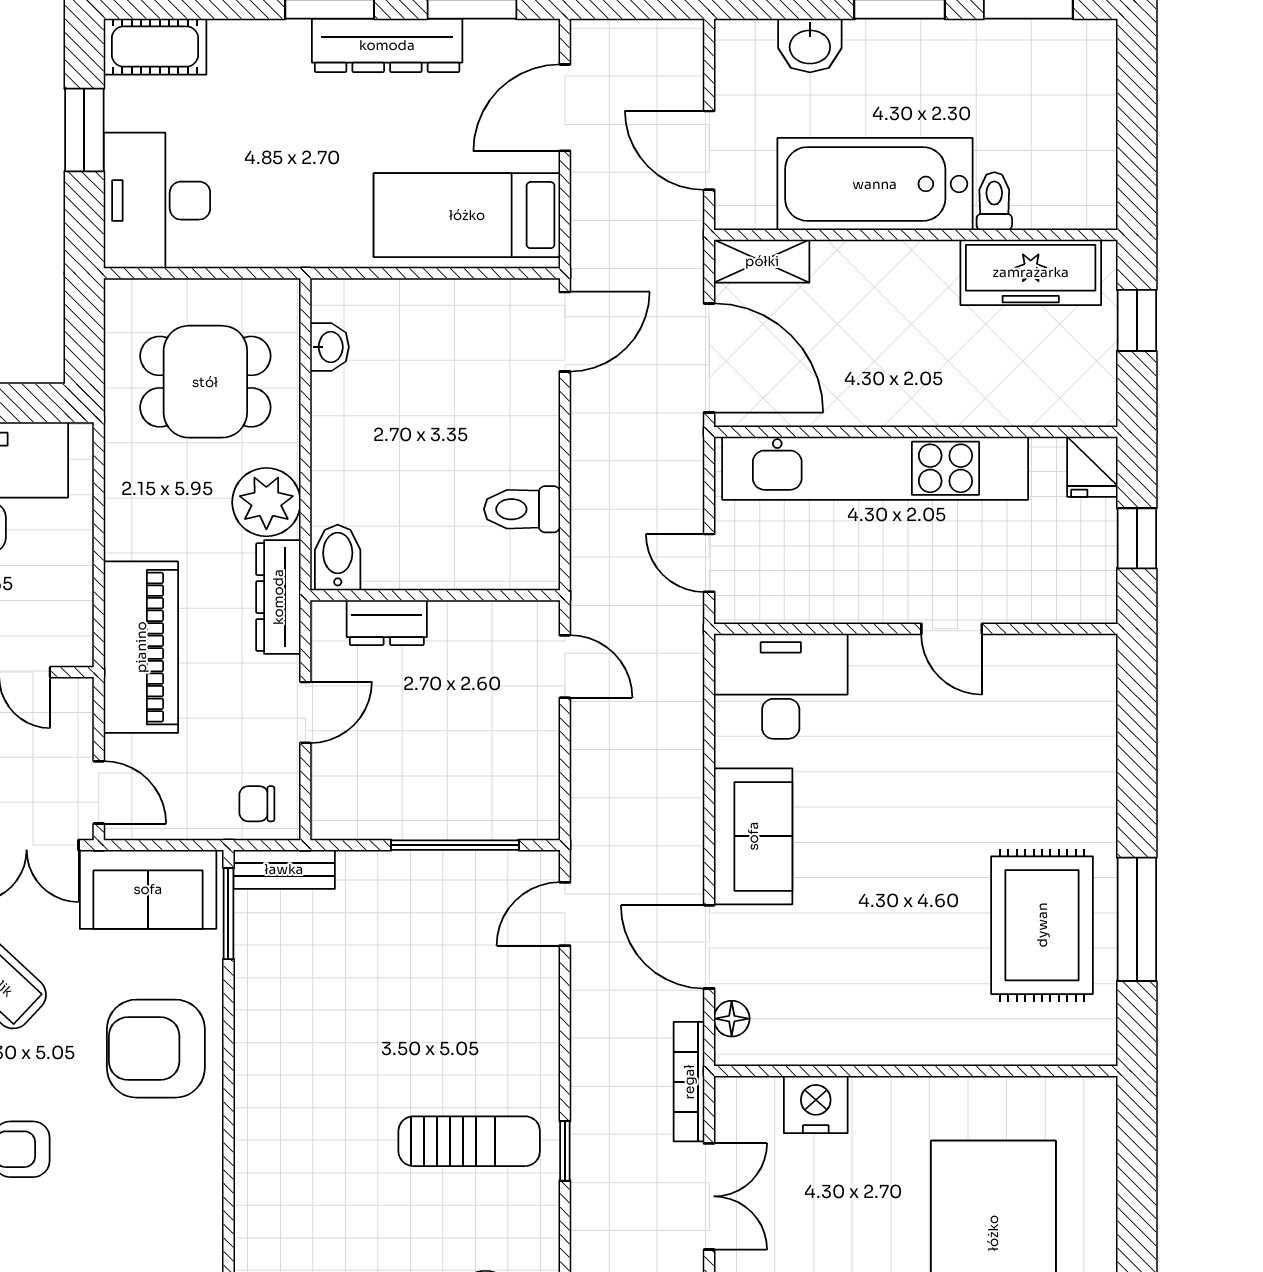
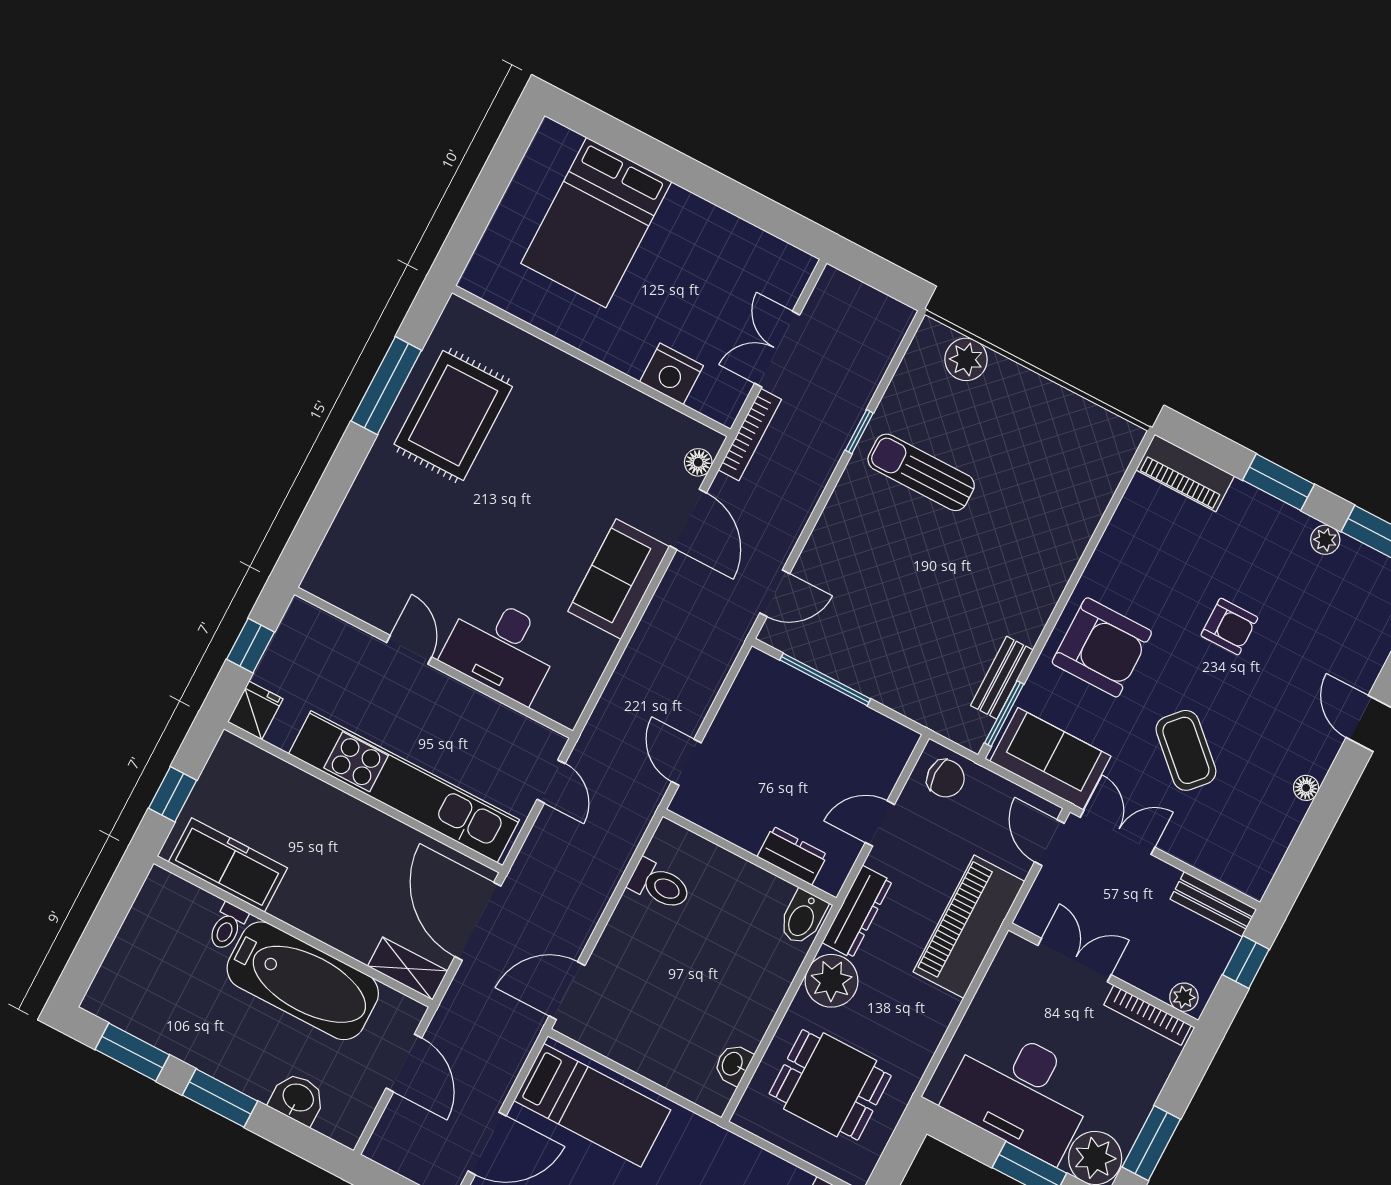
desk: (781, 686) -> (501, 648), moved
chair: (257, 804) -> (946, 778), width x1.37, depth x1.37
bench: (284, 869) -> (1002, 678), moved, turned 90

